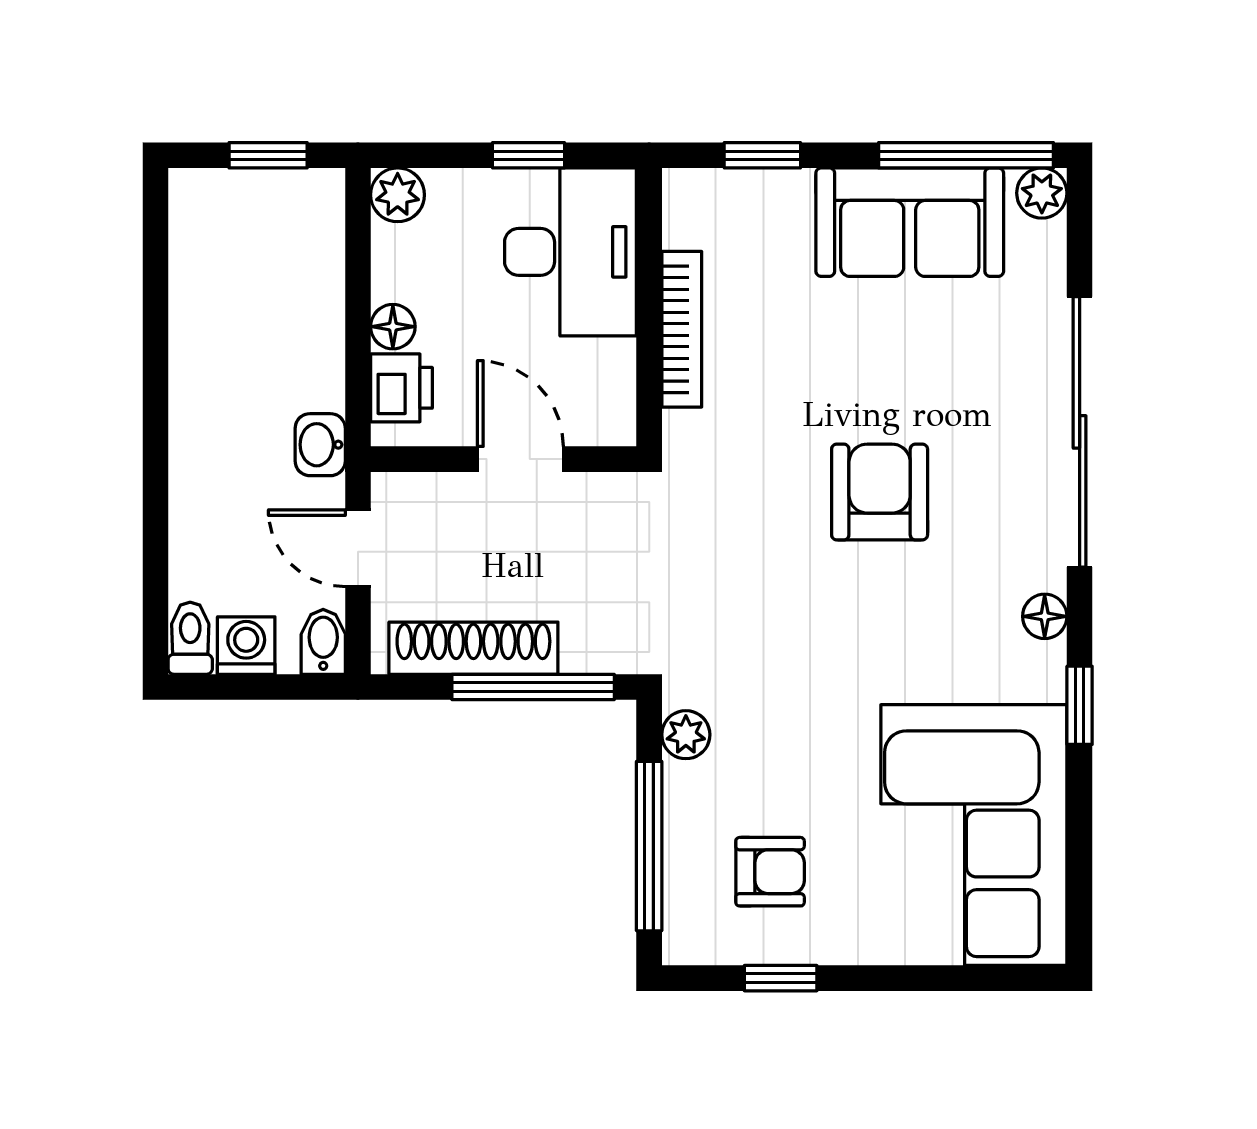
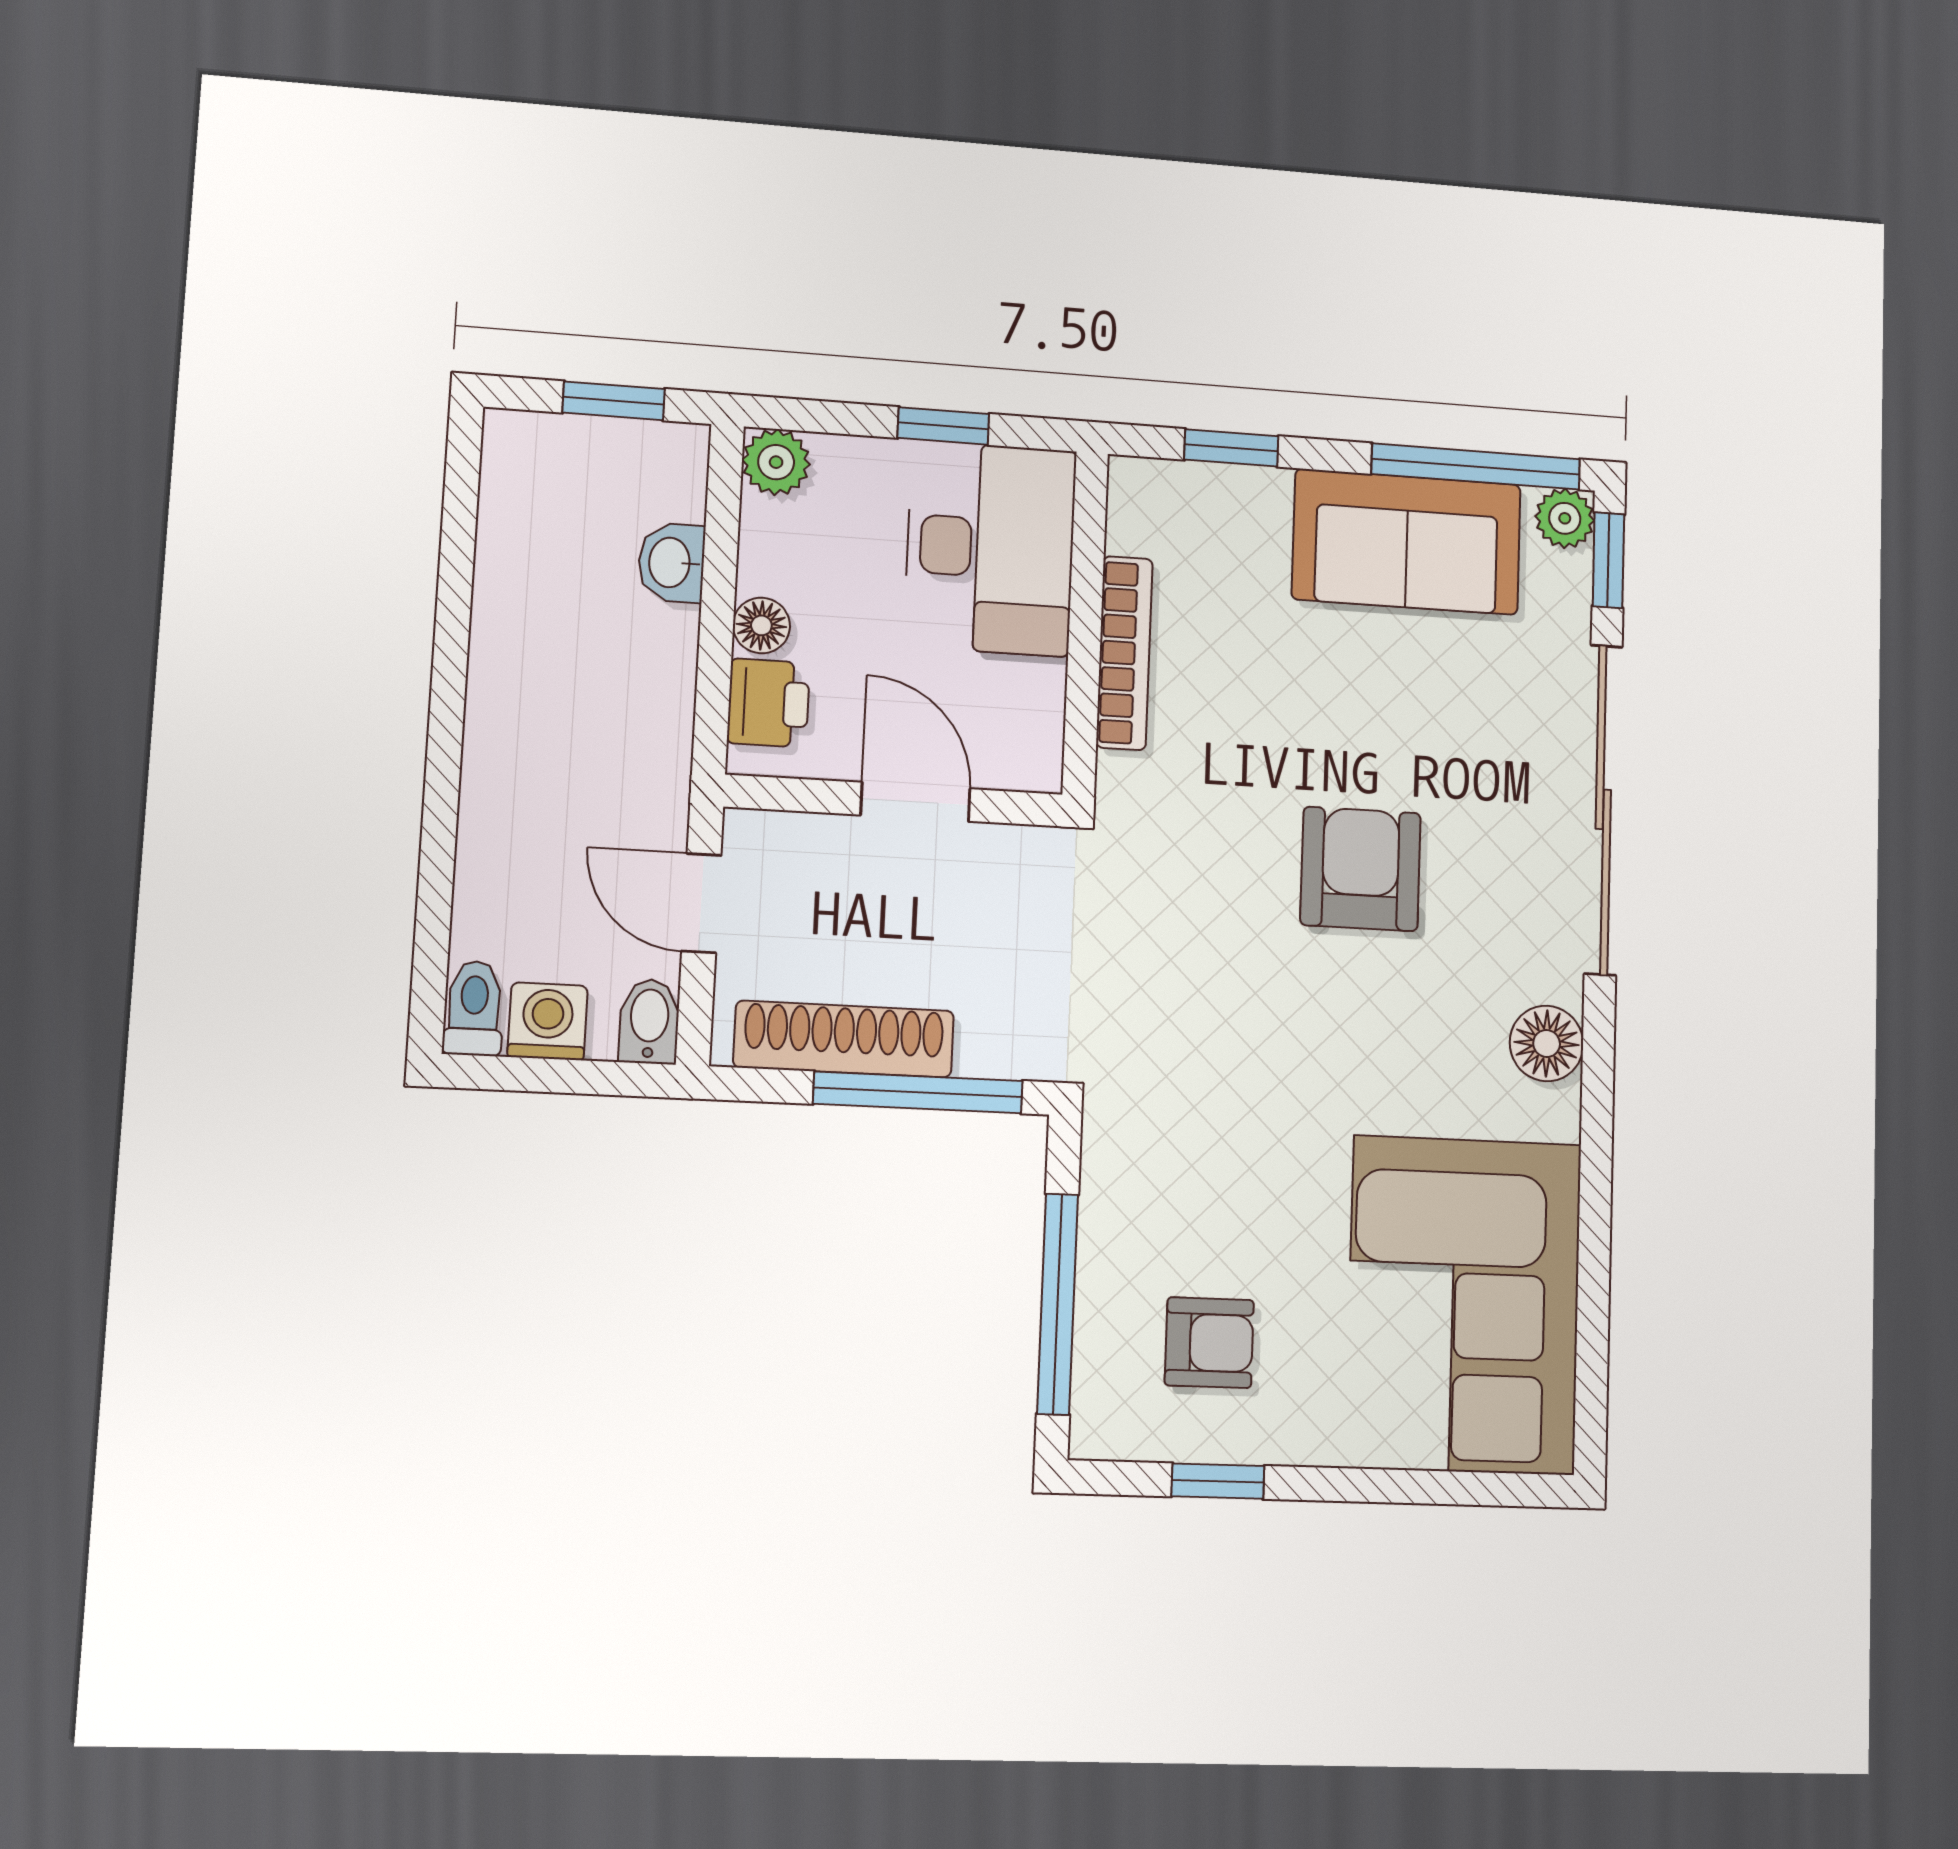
washbasin: (320, 445) -> (671, 563), moved
floor lamp: (1045, 616) -> (1547, 1043), width x1.37, depth x1.37
window: (1080, 705) -> (1608, 560), moved
plant: (686, 735) -> (1110, 1162), removed

